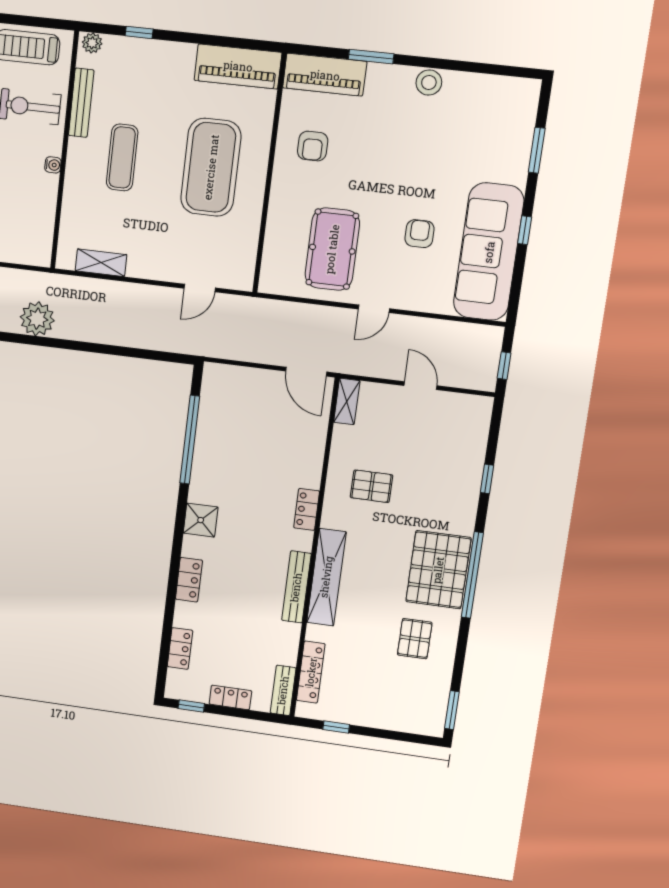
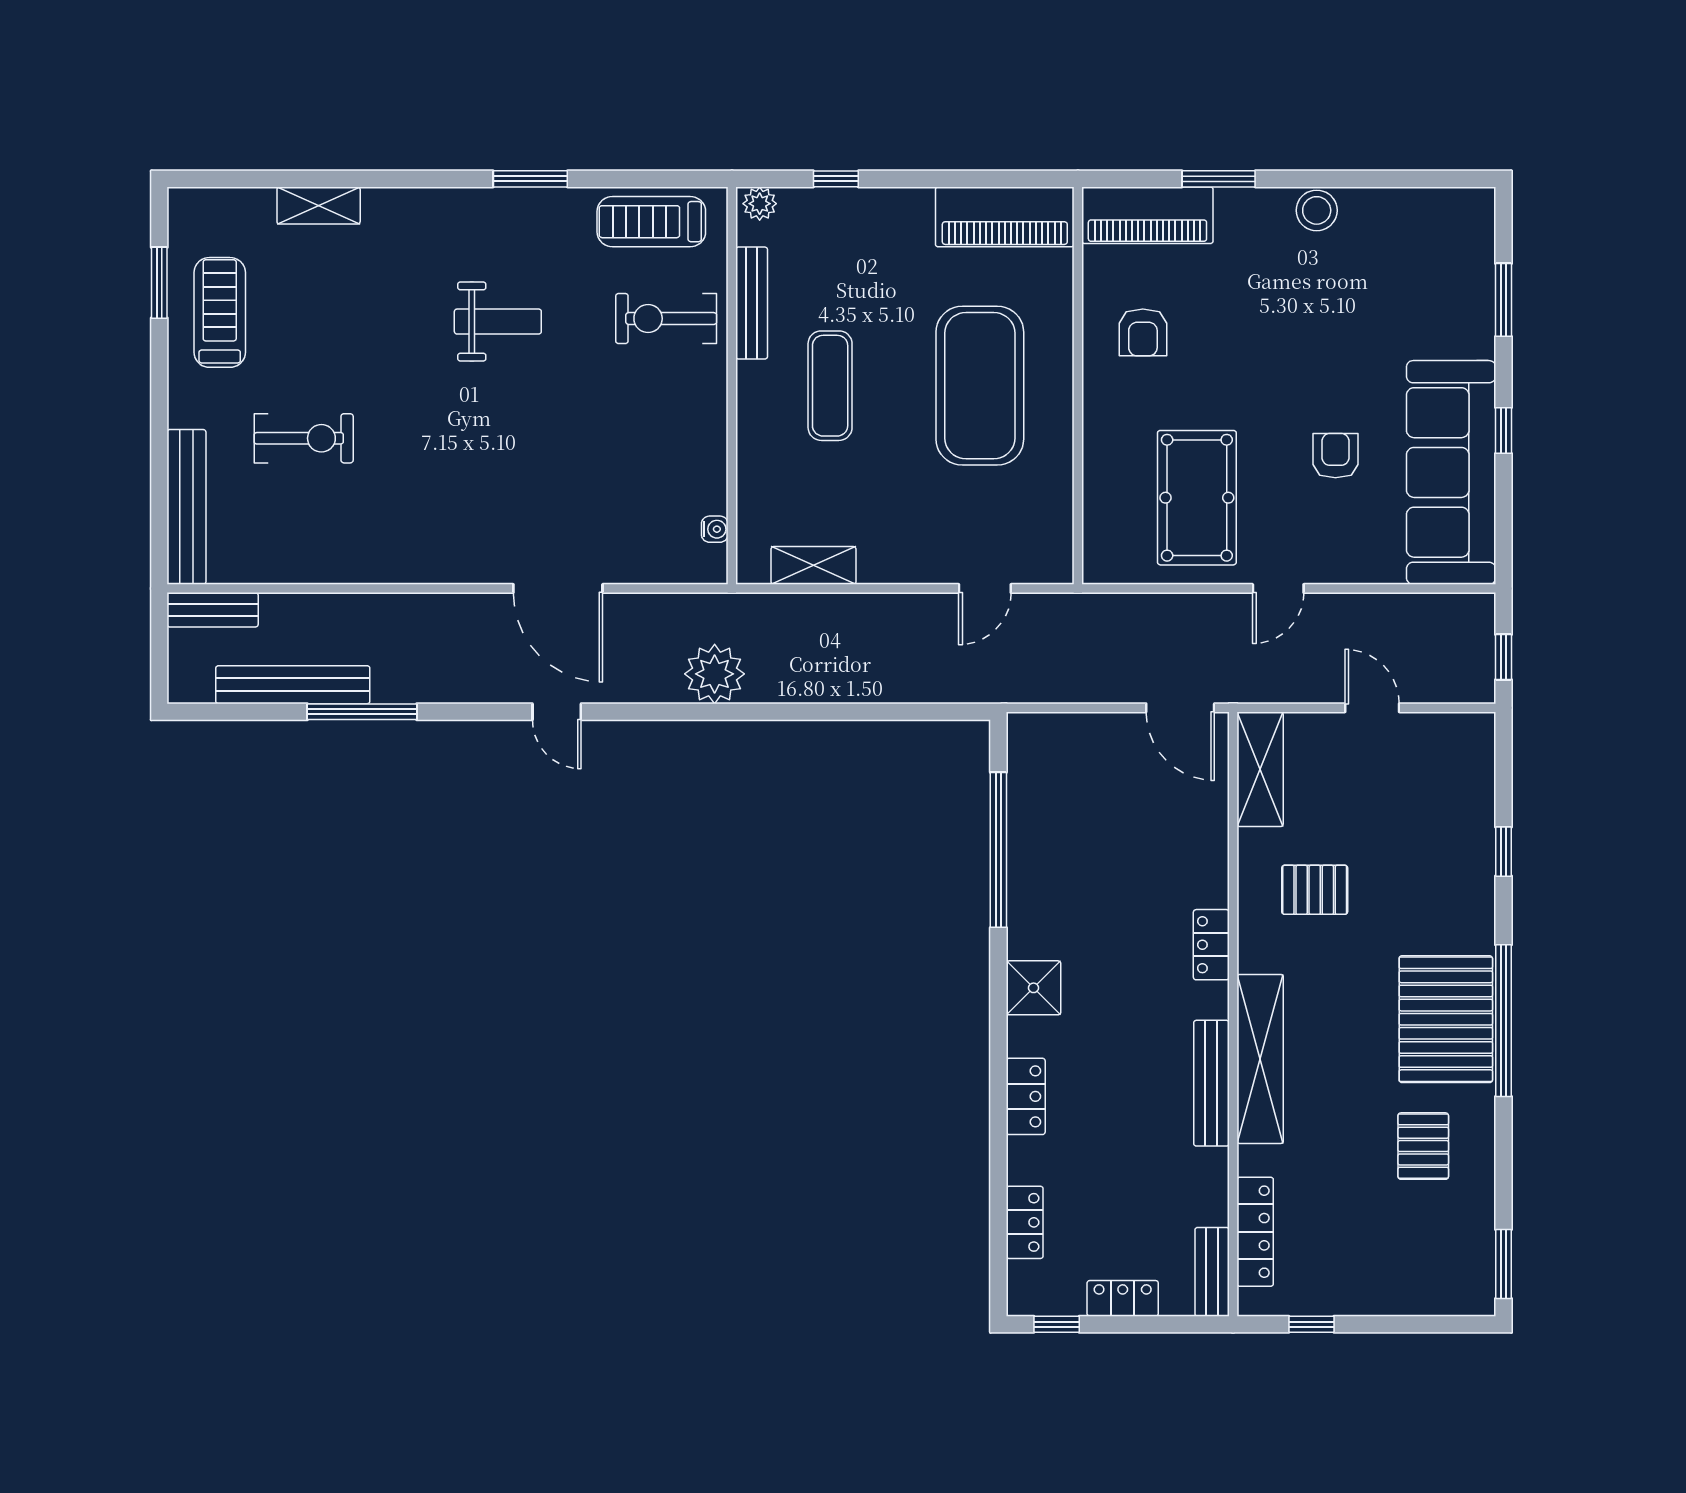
water cooler: (53, 165) -> (715, 529), moved
shelving: (347, 402) -> (1260, 769), width x1.50, depth x1.33

